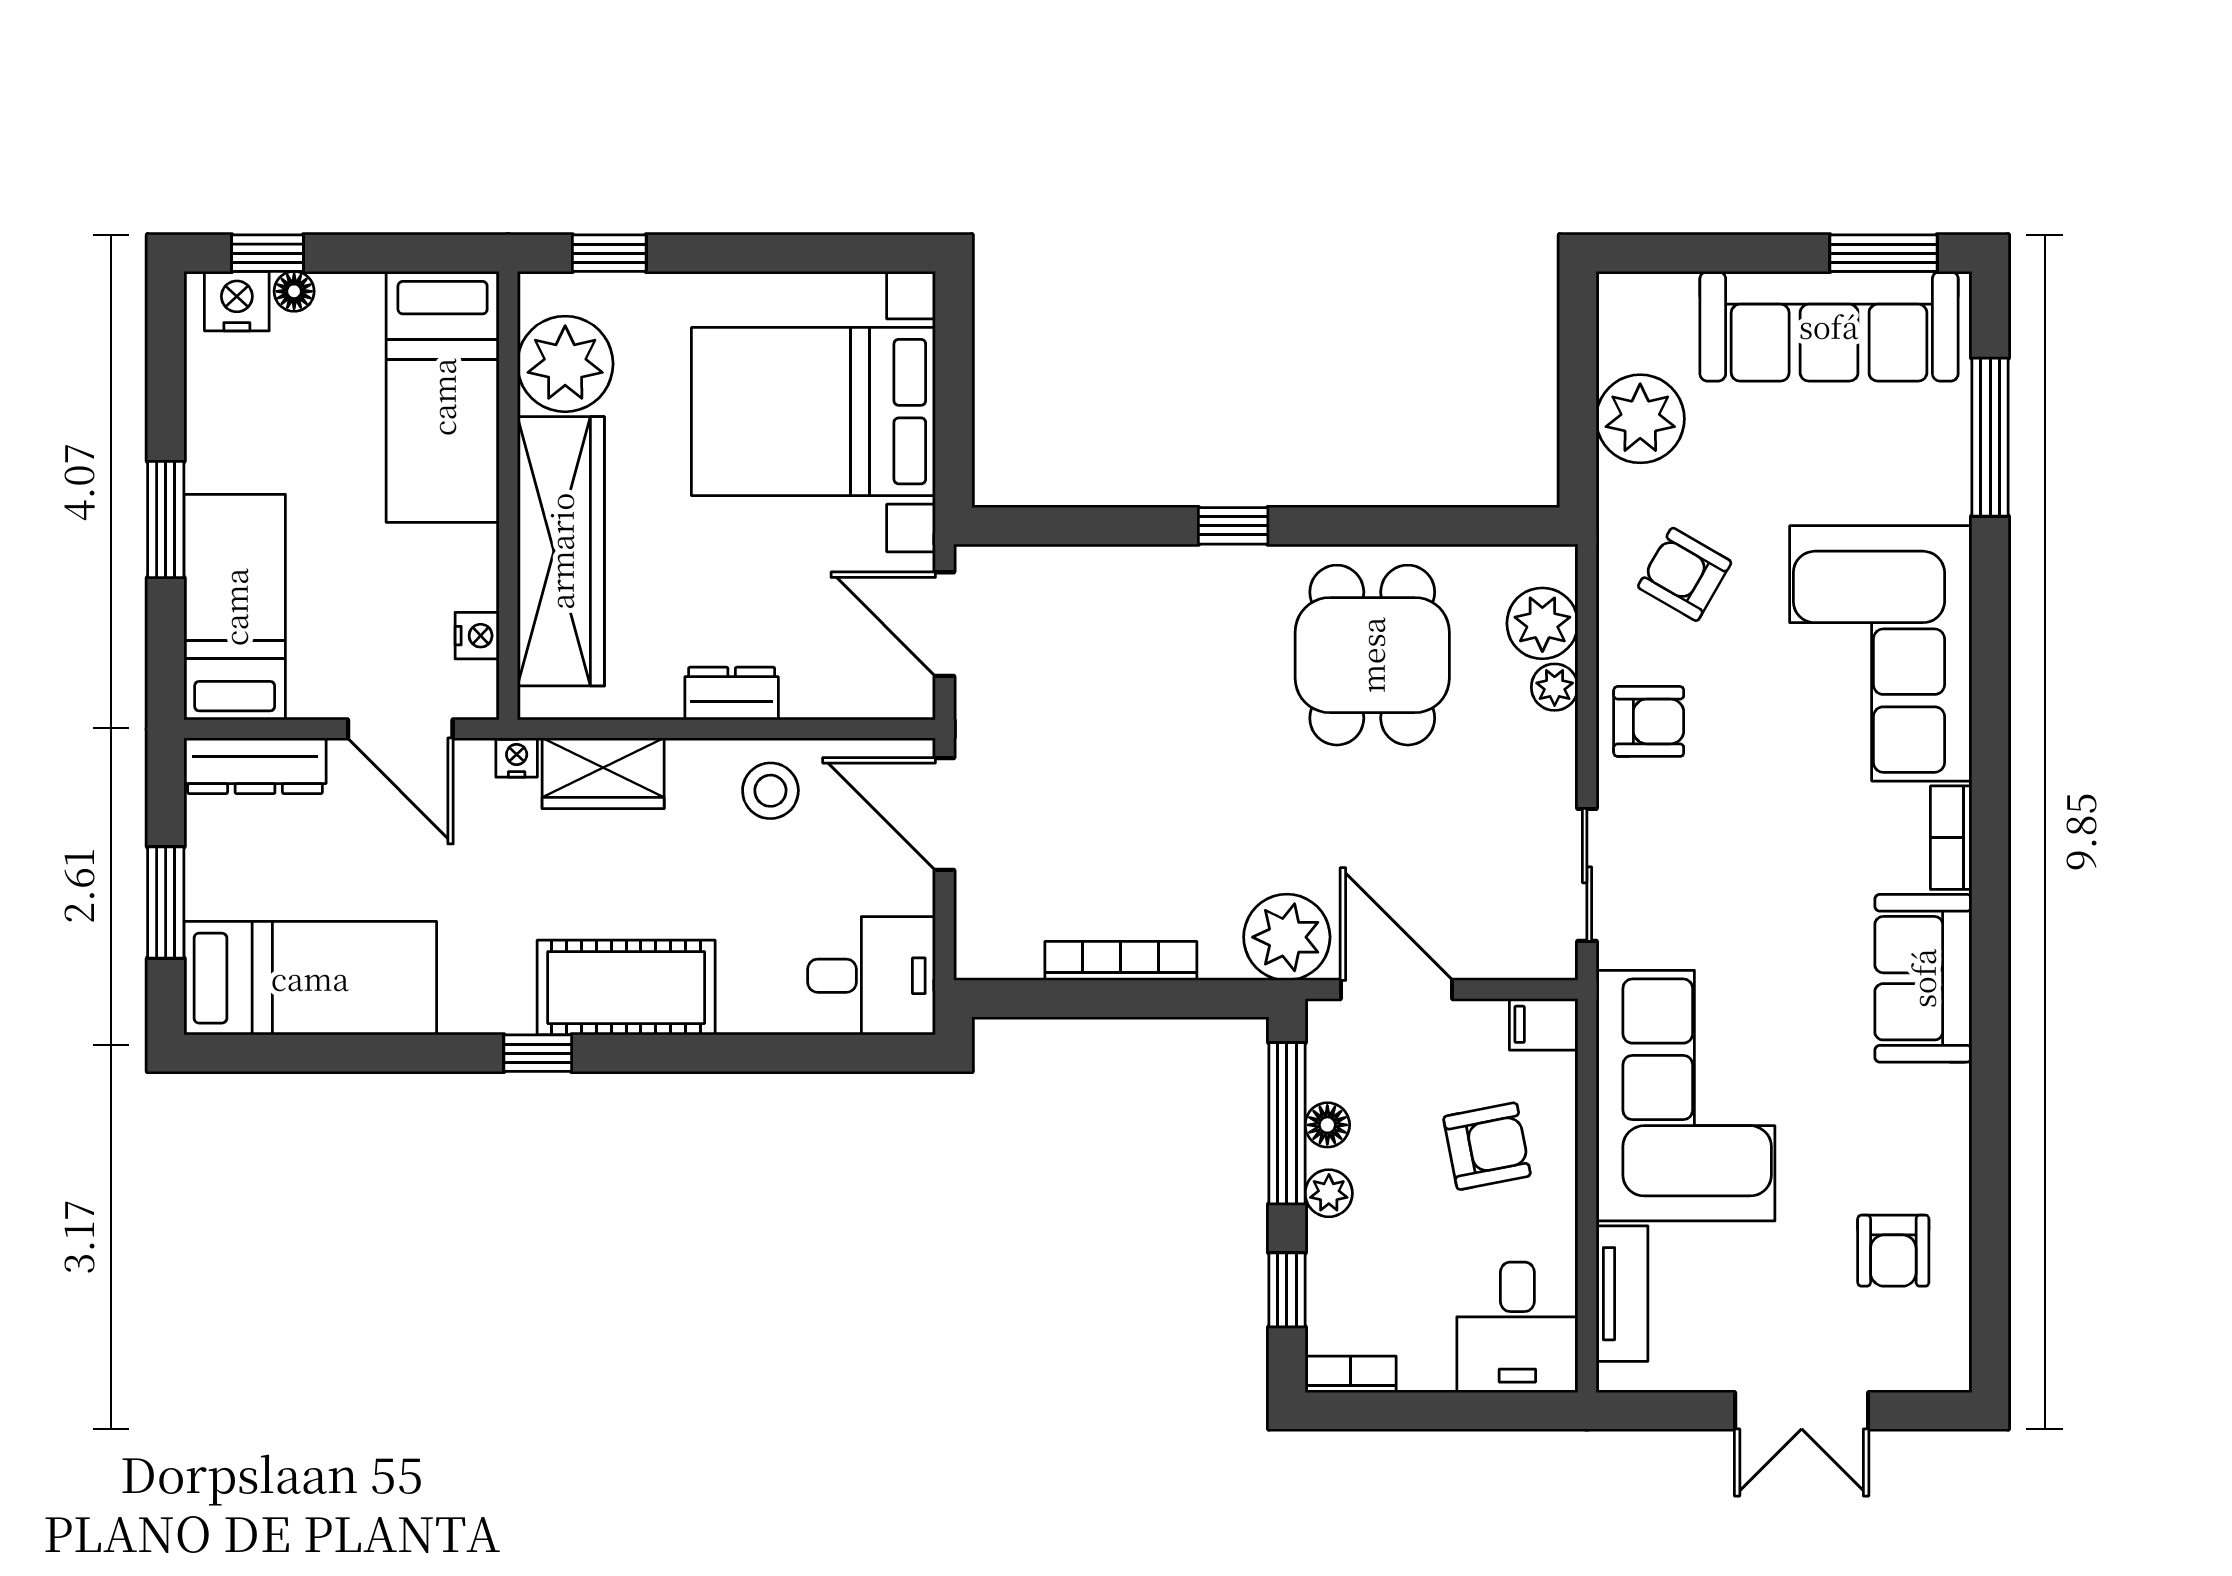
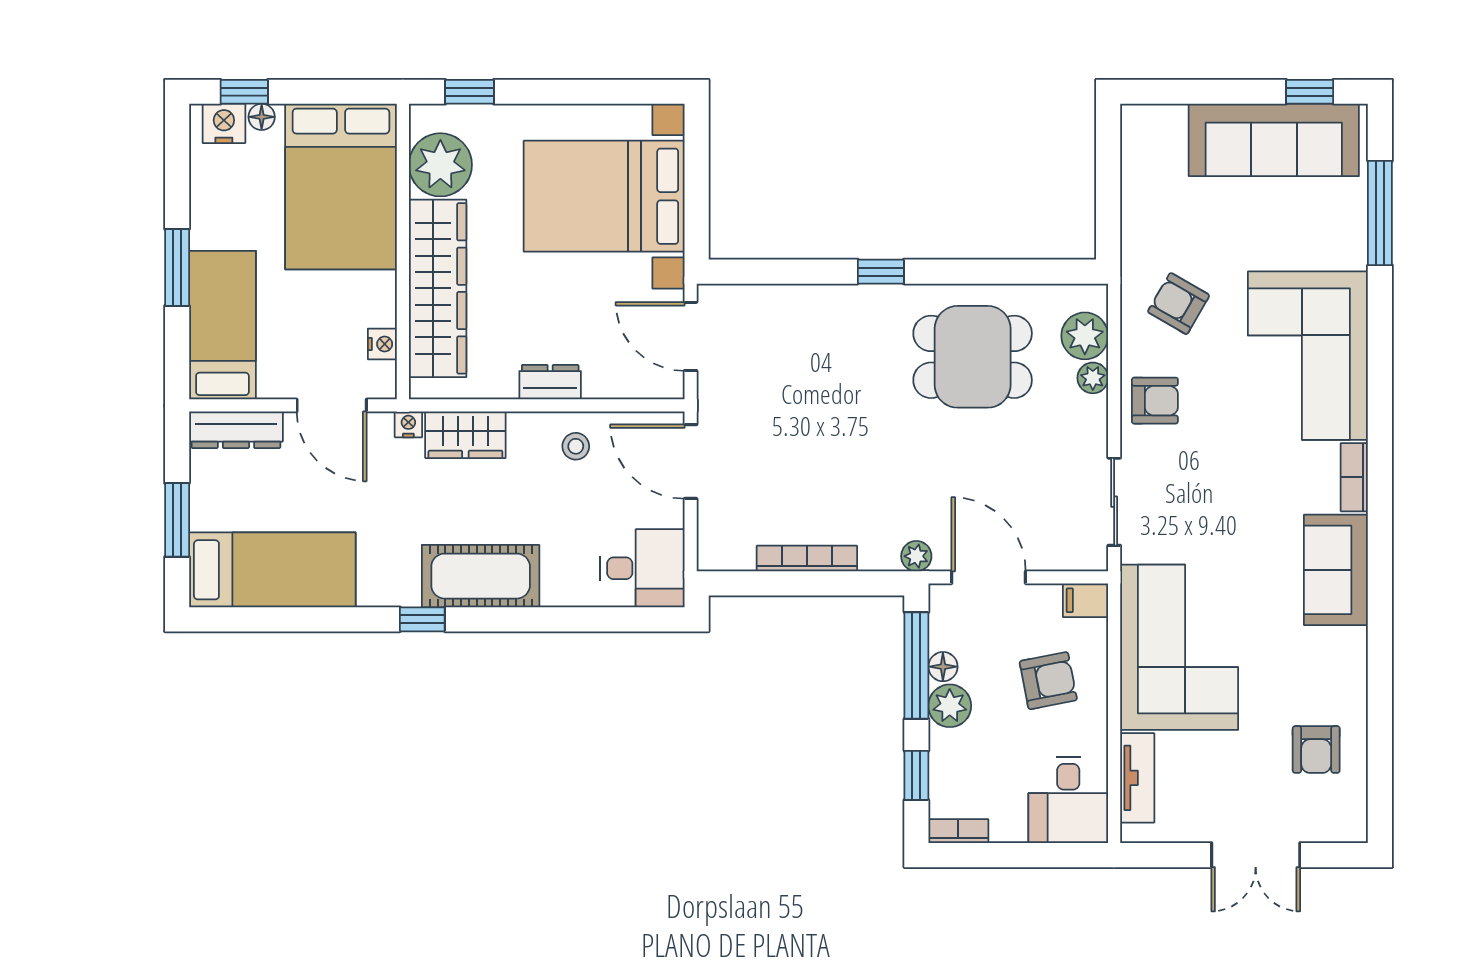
window: (1883, 253) -> (1310, 92), width x0.67
bed: (443, 397) -> (341, 186), width x1.50
plant: (1640, 419) -> (1149, 201), removed
dining table: (1372, 655) -> (973, 357), turned 90
stool: (770, 791) -> (576, 446), width x0.73, depth x0.73
plant: (1287, 937) -> (916, 556), width x0.53, depth x0.53
plant: (1329, 1193) -> (950, 706), width x1.38, depth x1.38

